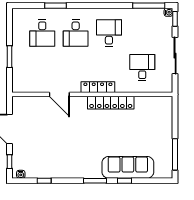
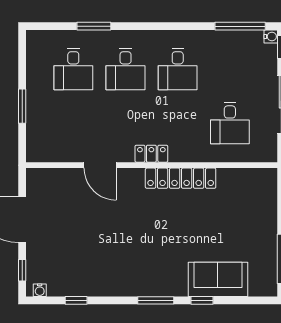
desk: (109, 33) -> (178, 69), turned 180
desk: (142, 68) -> (230, 123), turned 180
locker: (98, 87) -> (151, 154), width x0.66
sofa: (128, 167) -> (218, 279), width x0.73

